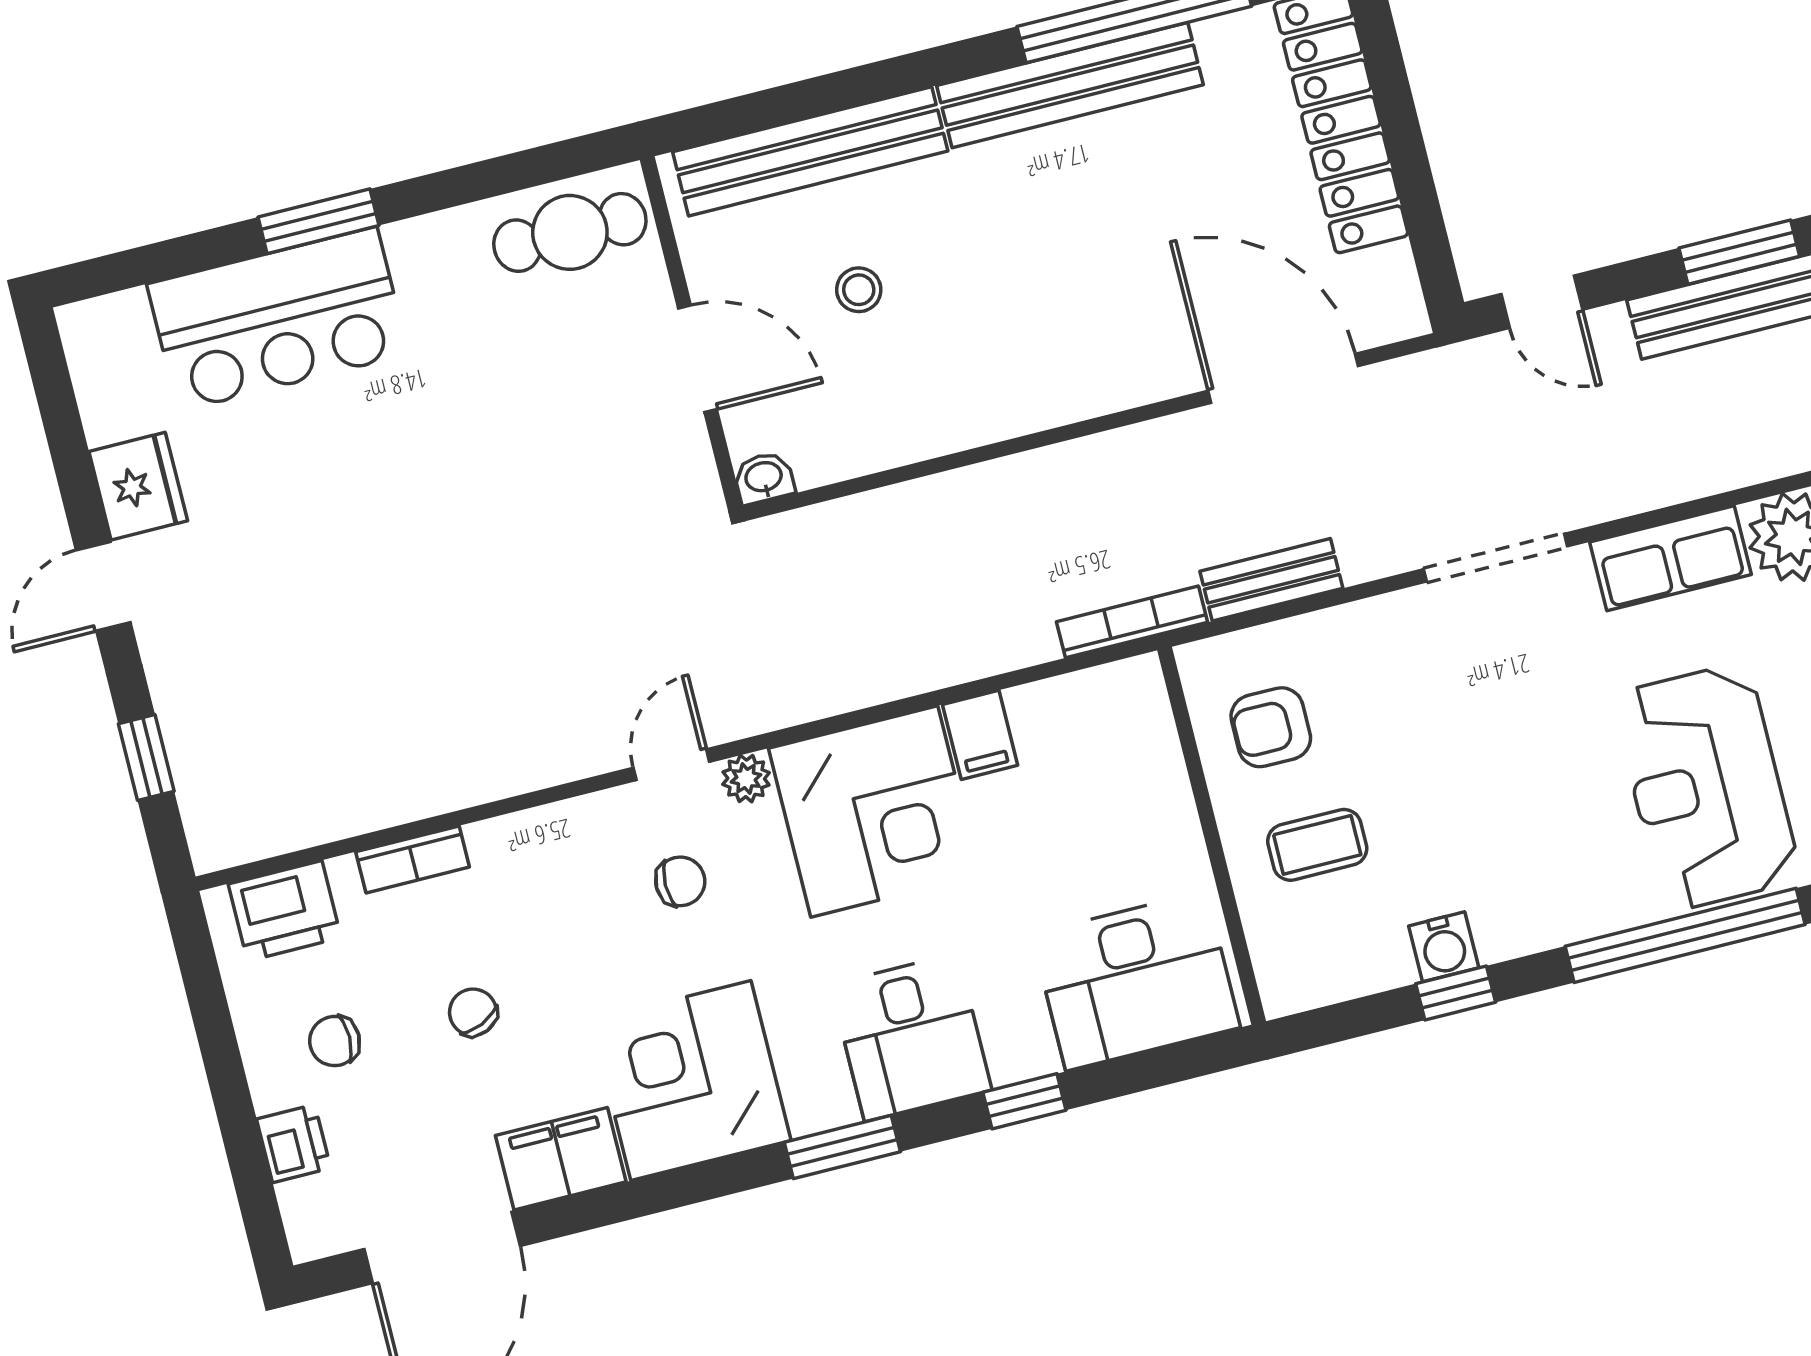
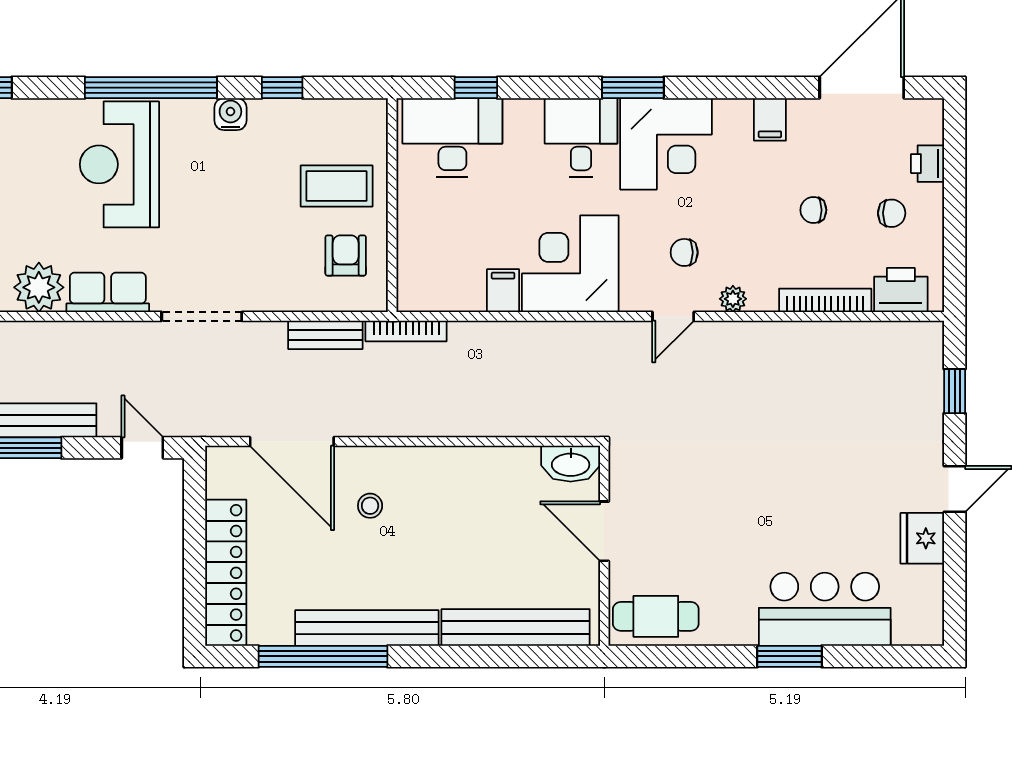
stool: (859, 290) -> (370, 506), moved
washbasin: (764, 478) -> (571, 464), width x1.91, depth x1.45
armchair: (1271, 727) -> (346, 256), turned -90
plant: (746, 778) -> (733, 299), moved
reception desk: (1706, 787) -> (119, 164), turned 180
coffee table: (1317, 845) -> (337, 186), width x1.36, depth x1.30
bookcase: (413, 859) -> (825, 300), width x1.56
water cooler: (1444, 947) -> (230, 114), moved
chair: (473, 1012) -> (813, 210), turned 114
corner desk: (691, 1081) -> (666, 144), moved
window: (1024, 1101) -> (476, 88), moved
filing cabinet: (561, 1159) -> (770, 119), width x0.50

